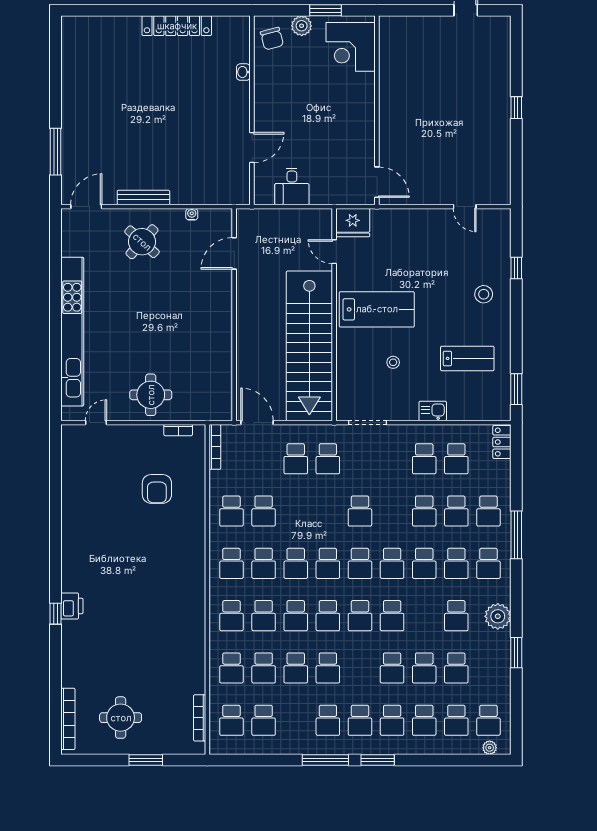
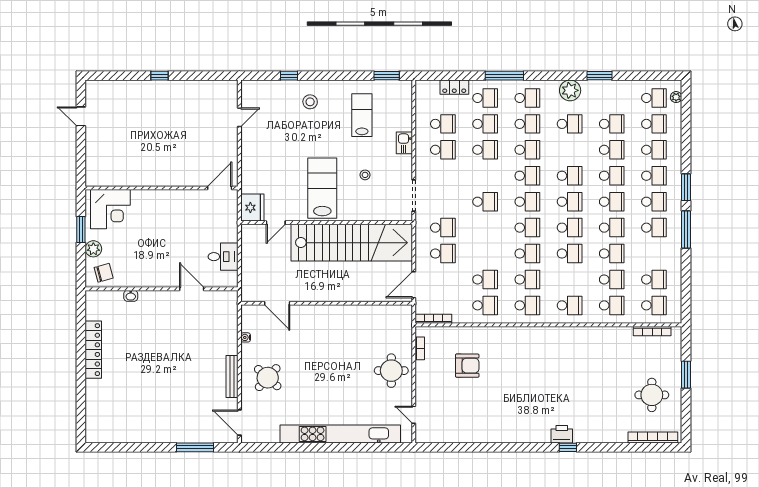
locker: (502, 442) -> (454, 87), moved
school desk: (264, 616) -> (612, 202), moved

